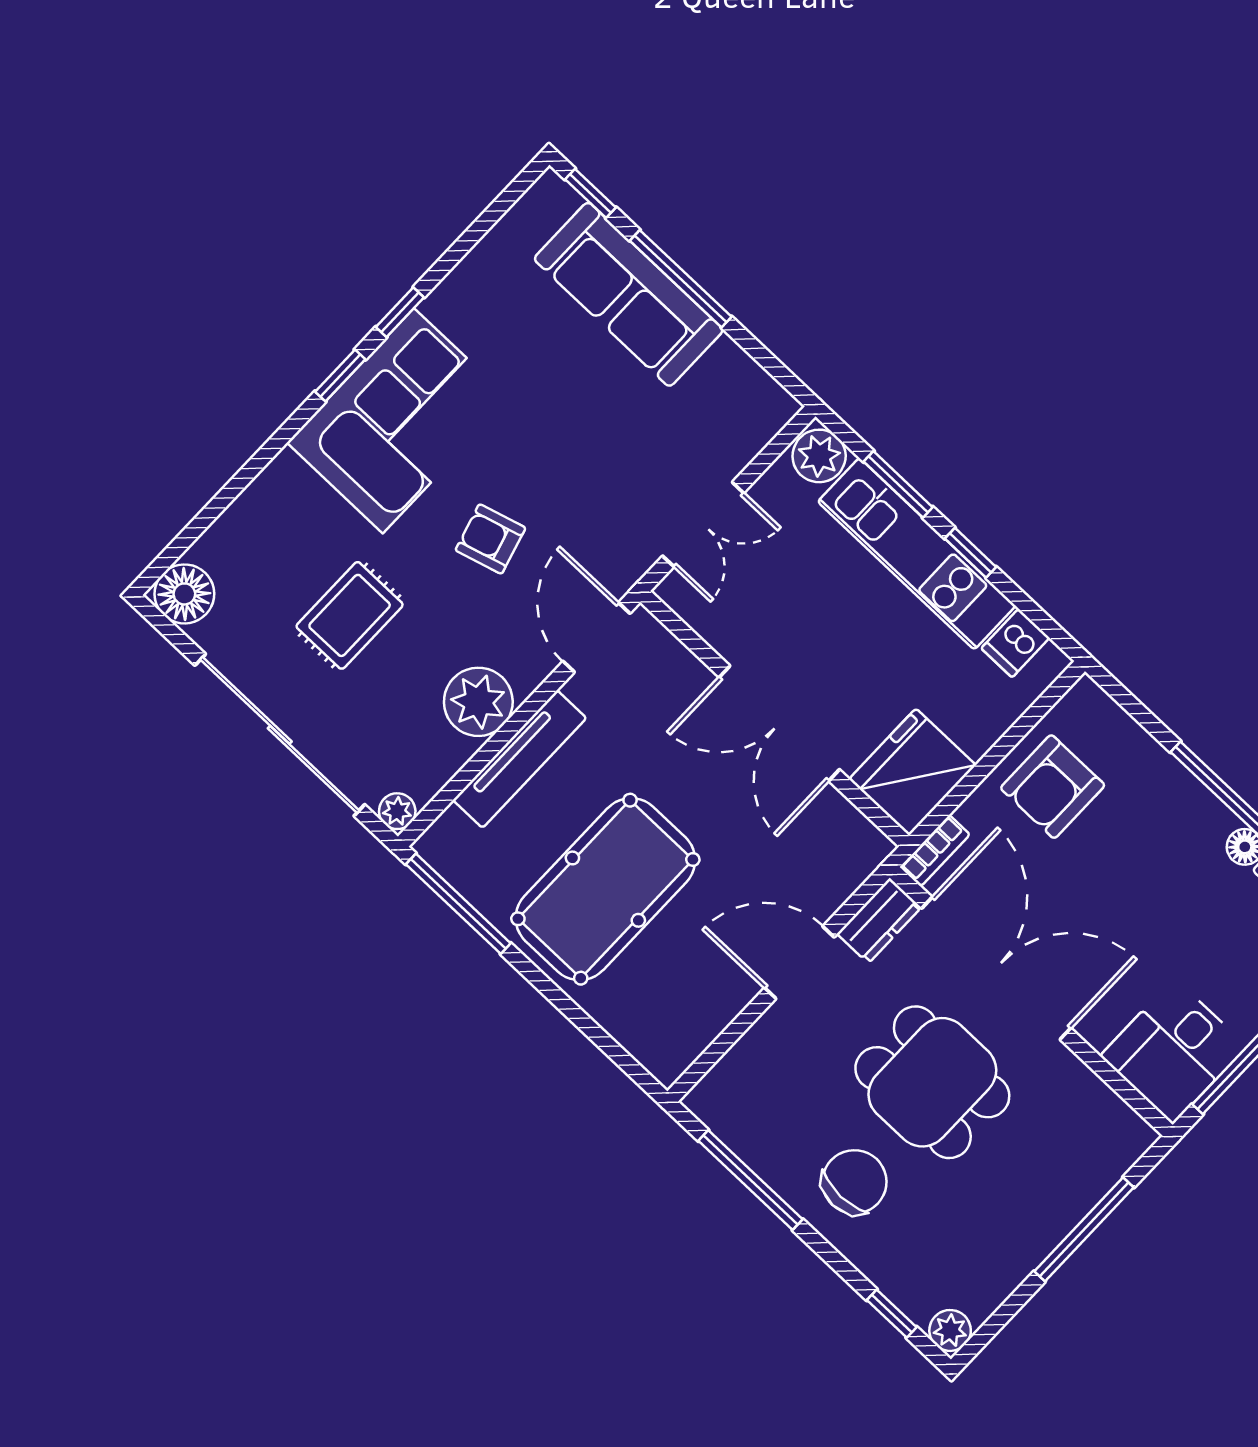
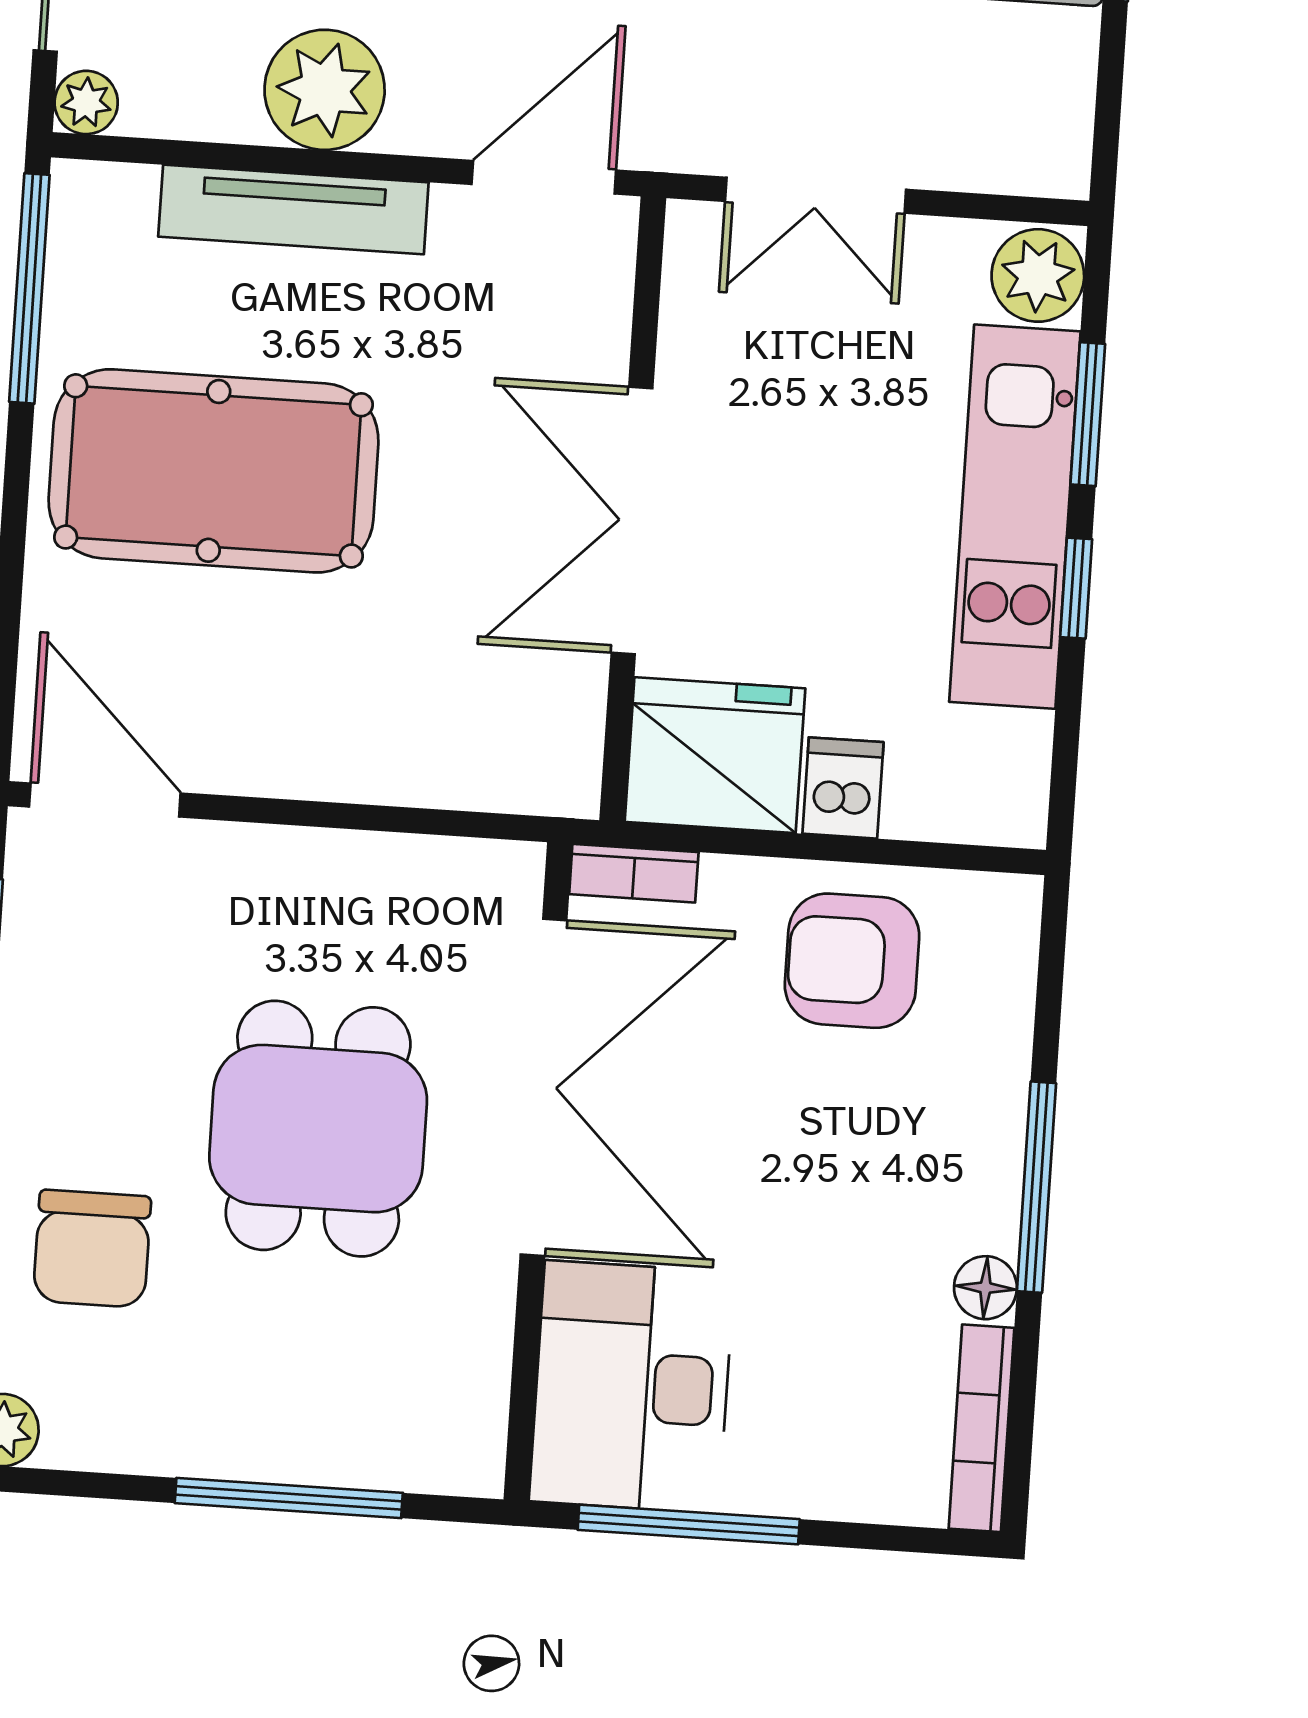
dishwasher: (1015, 643) -> (843, 788), moved, turned 90
dresser: (879, 921) -> (477, 876), removed
door: (799, 962) -> (105, 800), moved
desk: (1173, 1051) -> (632, 1387), width x1.37
chair: (854, 1182) -> (92, 1249), moved, turned 90

